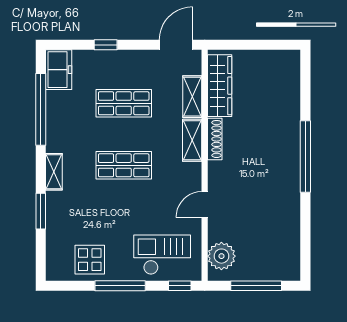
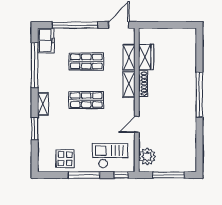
window: (106, 45) -> (75, 25), width x3.17
wardrobe: (220, 86) -> (146, 57), width x0.67

